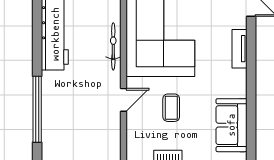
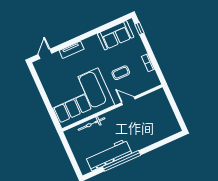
bicycle: (113, 46) -> (92, 124), moved
window: (37, 109) -> (122, 161), moved

